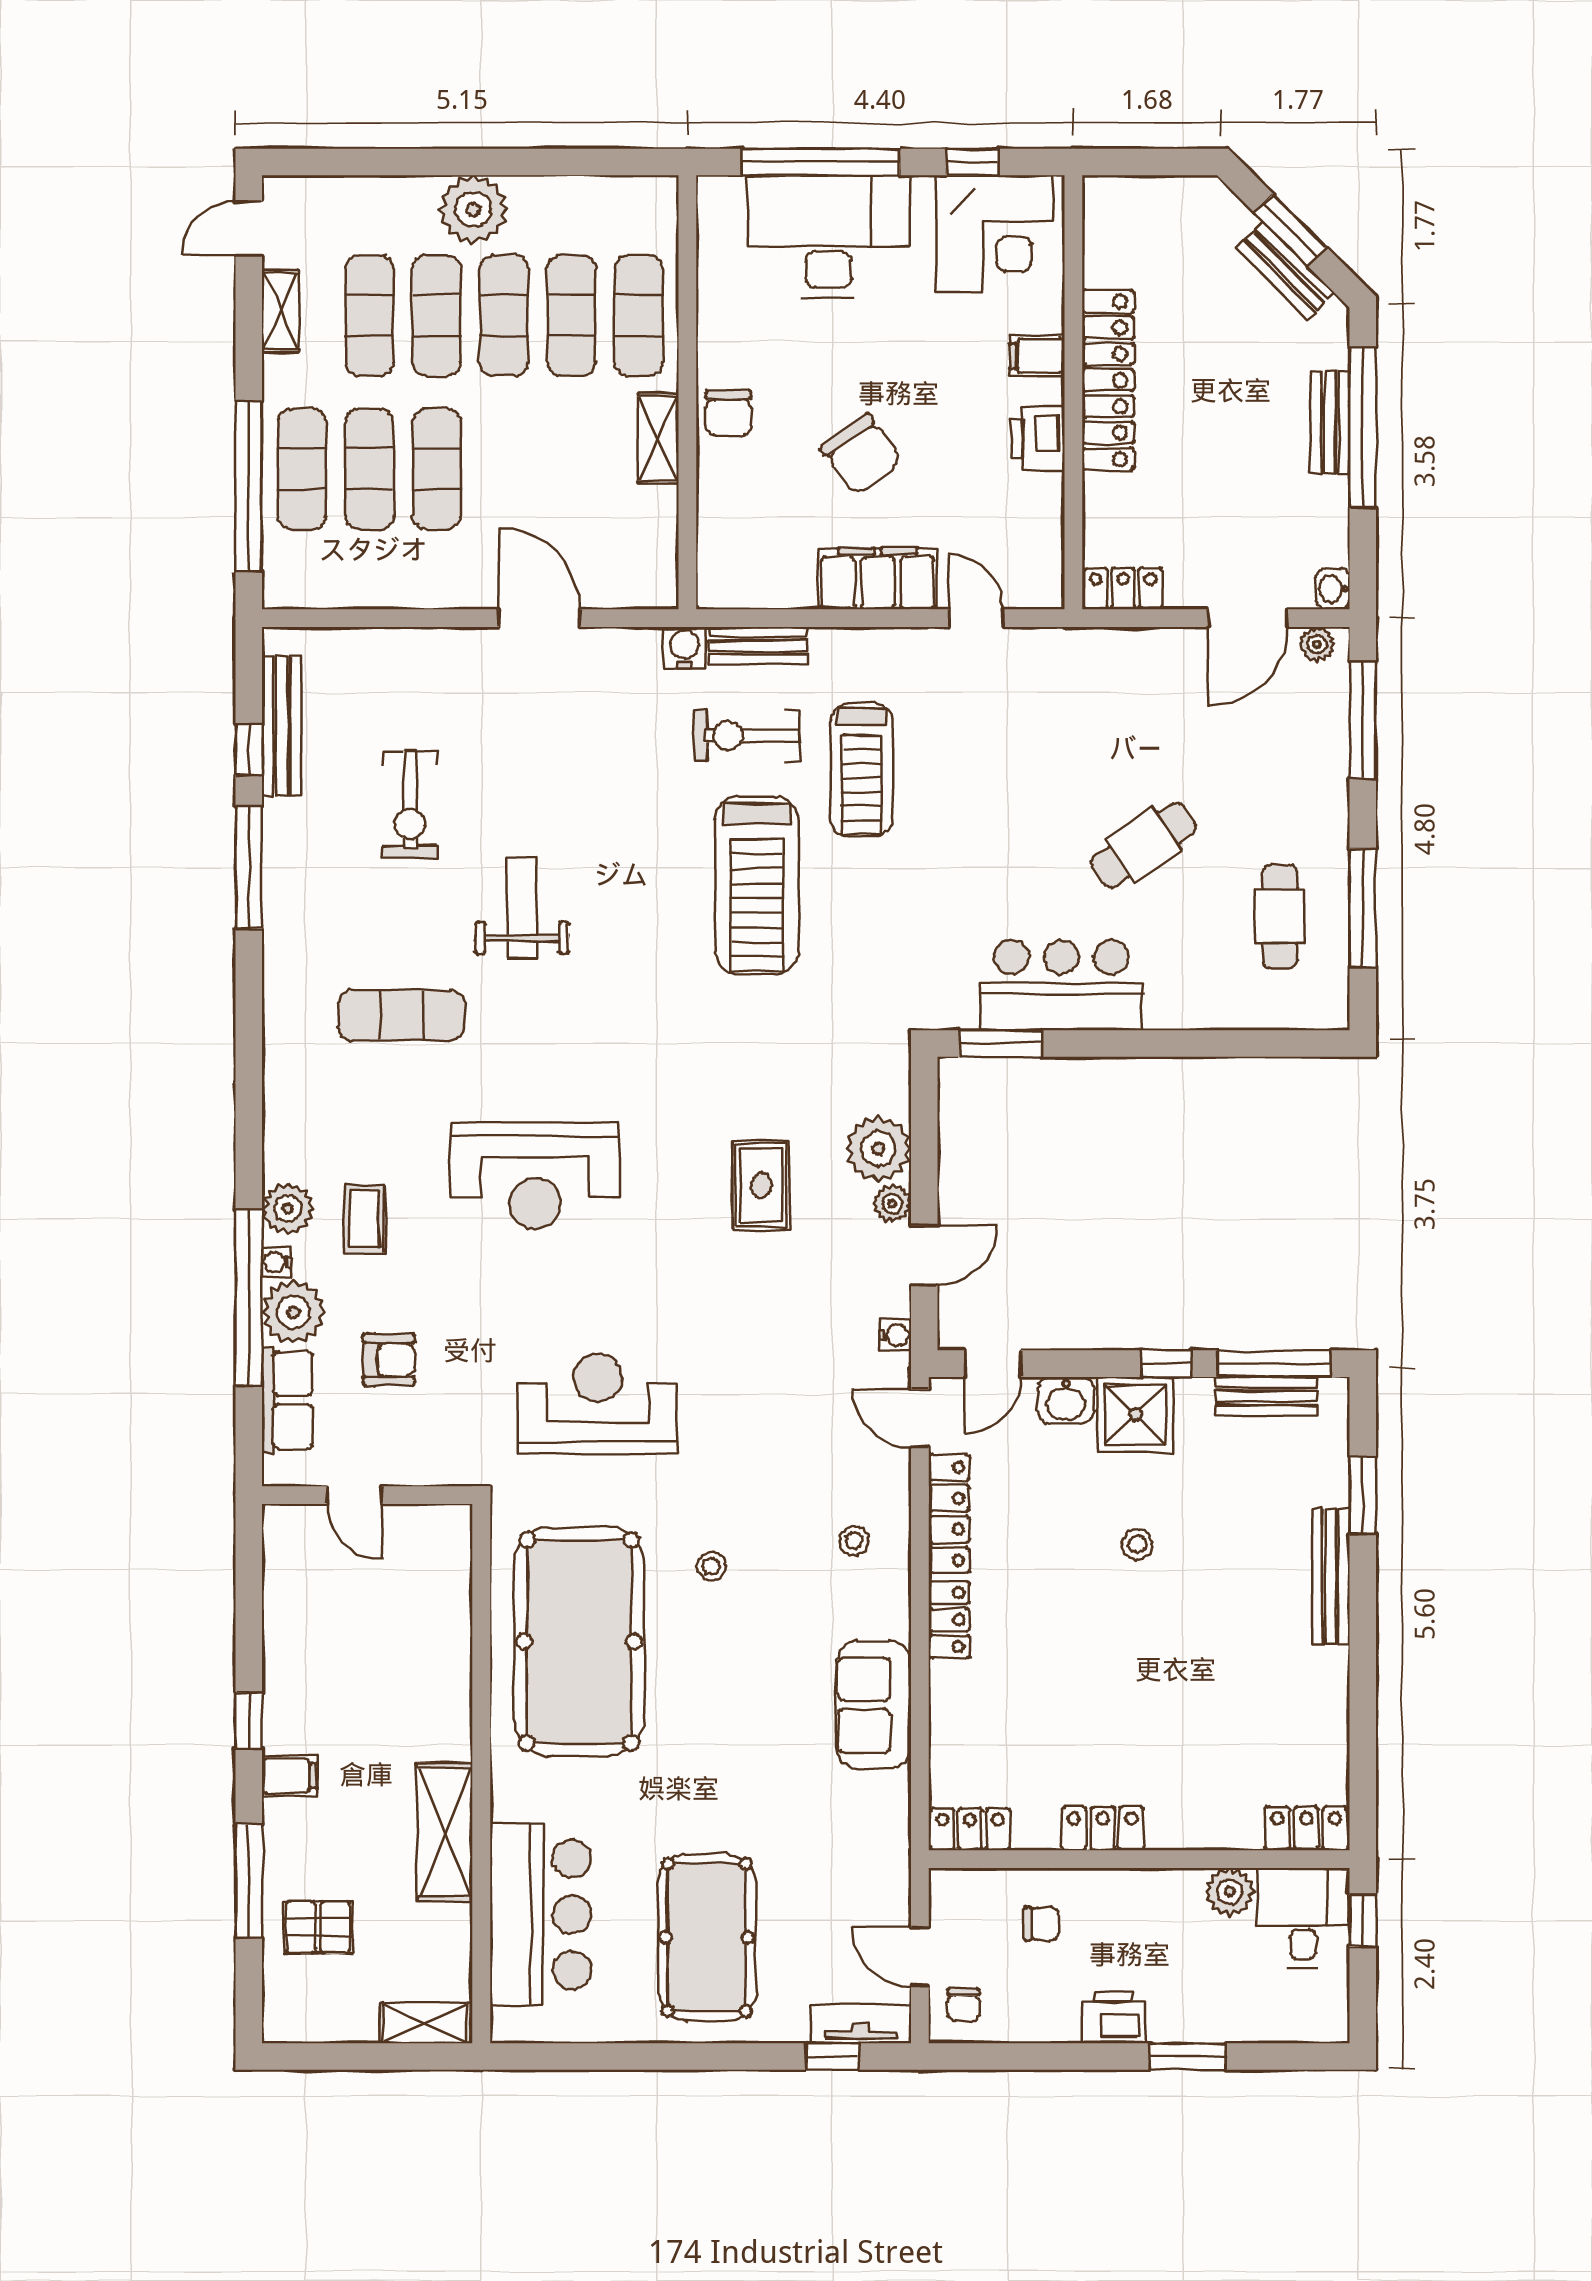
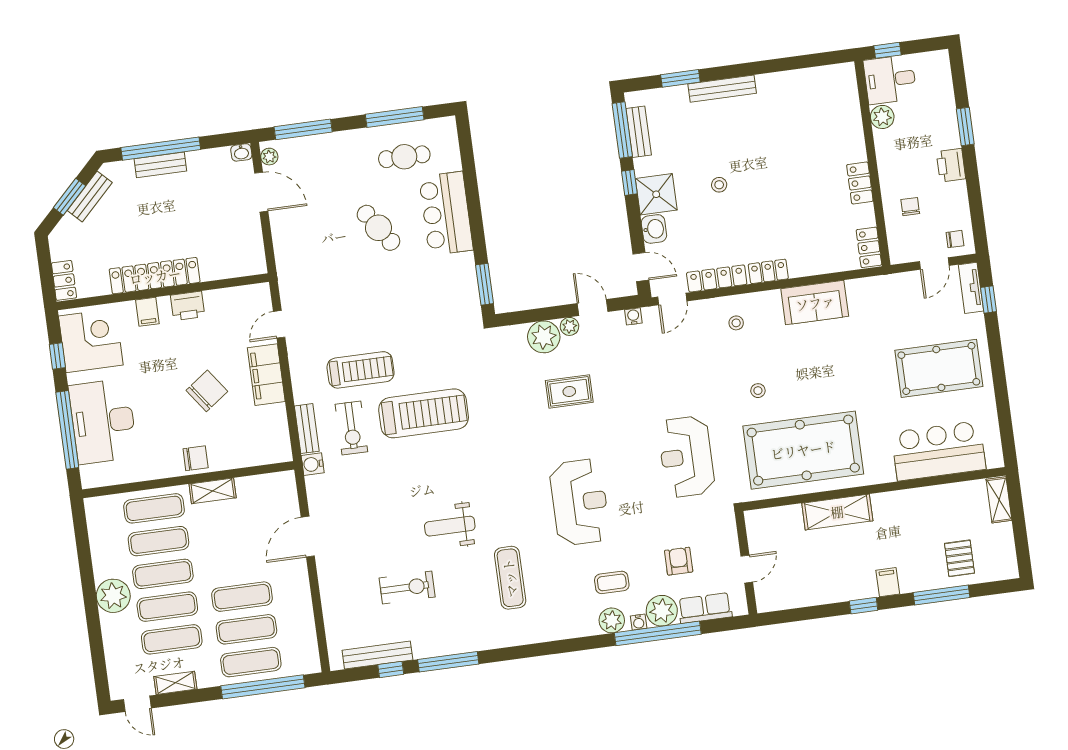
locker: (1123, 589) -> (64, 280), moved, turned 180
bar counter: (1061, 985) -> (446, 213), moved
locker: (1306, 1829) -> (846, 84), removed
shelving: (445, 1832) -> (837, 512), moved

